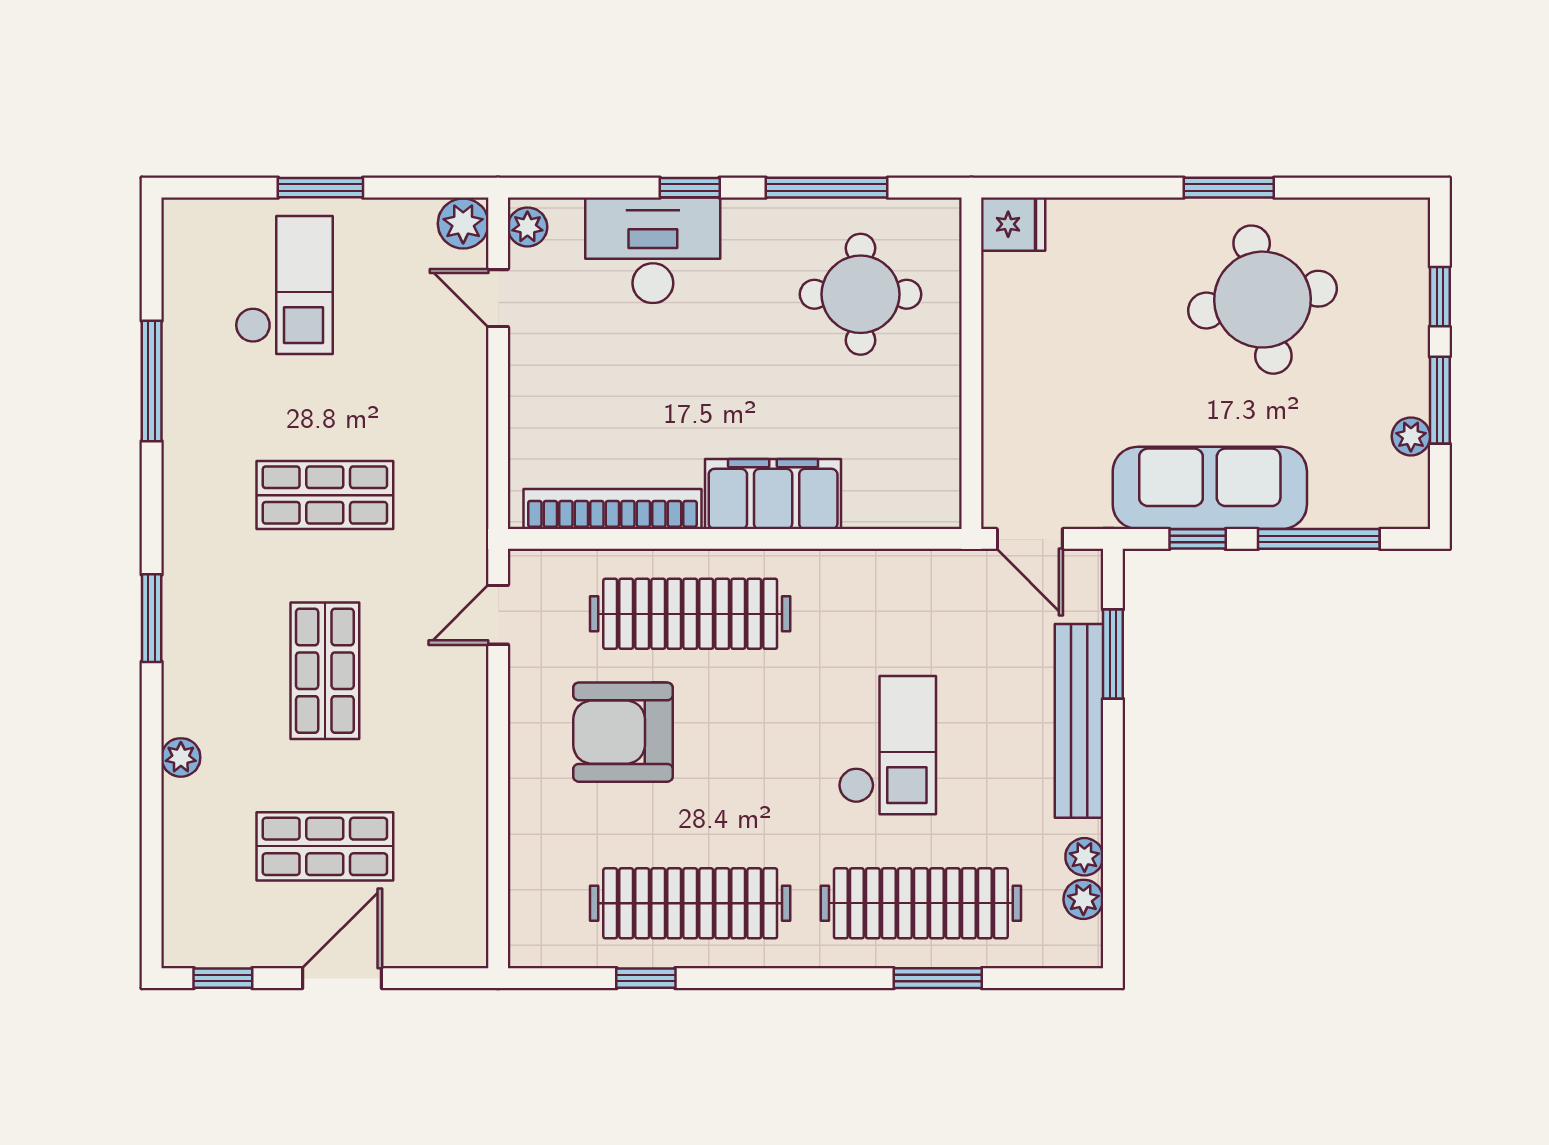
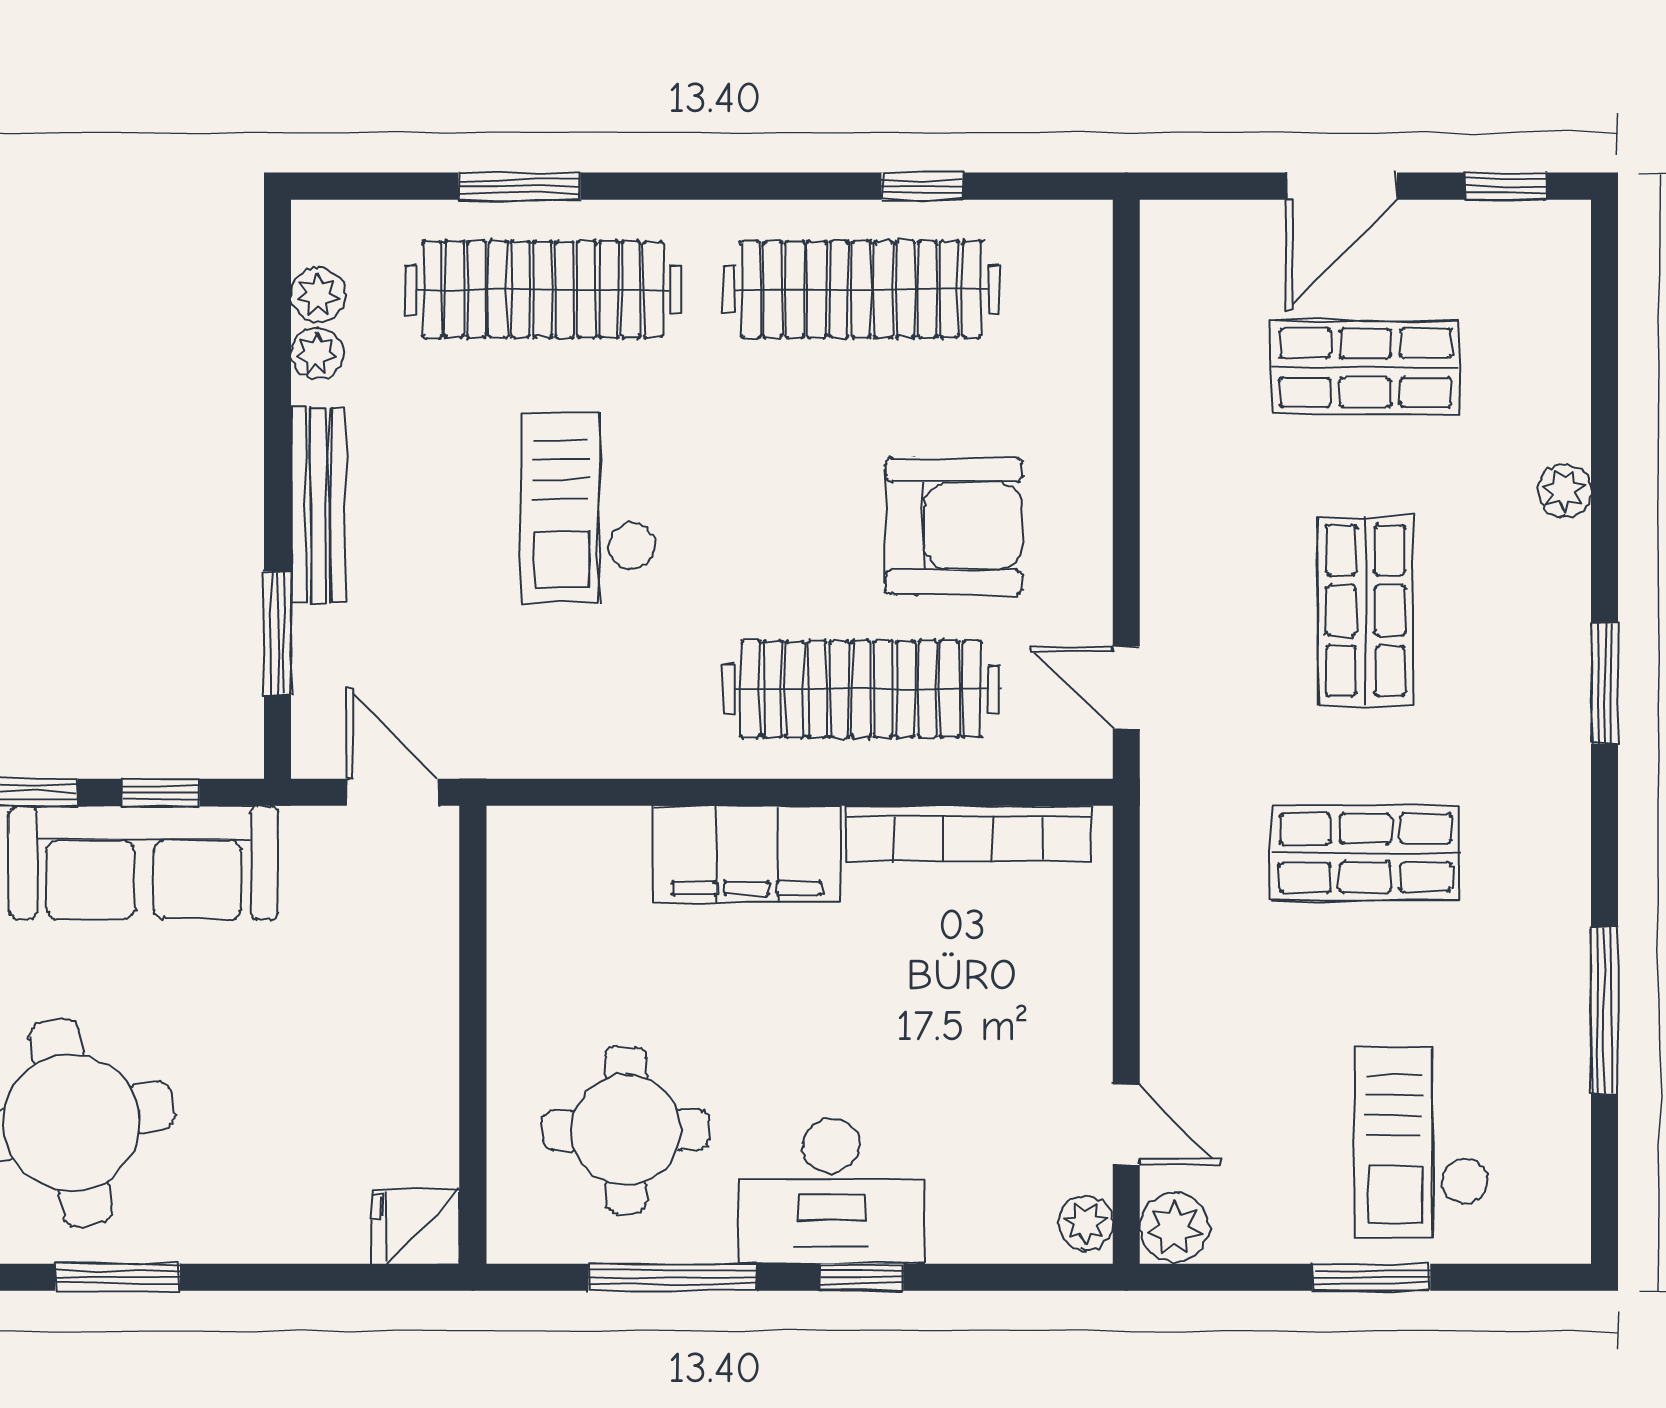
desk: (653, 250) -> (831, 1191), moved
door: (498, 615) -> (1126, 688), swing flipped
bench: (1079, 721) -> (318, 505), width x0.73, depth x0.82

